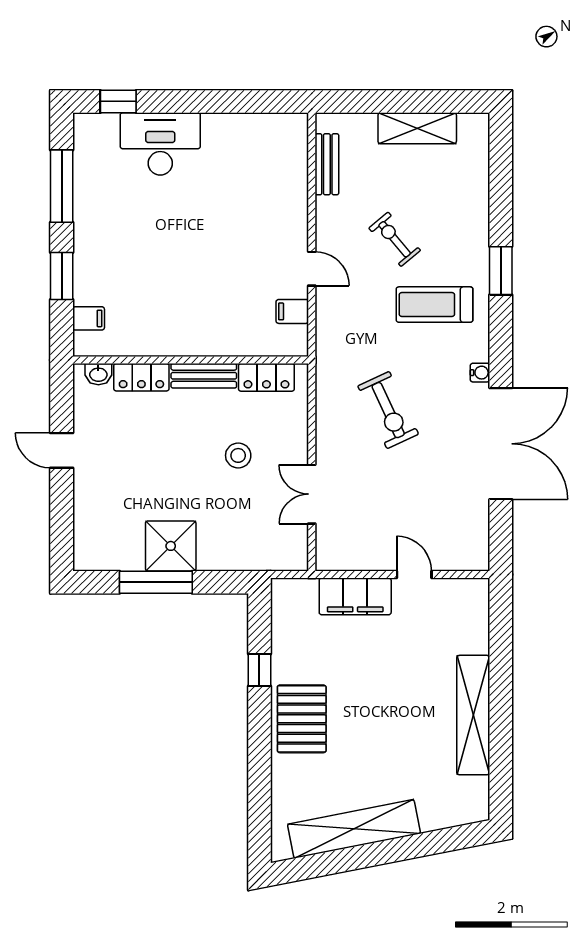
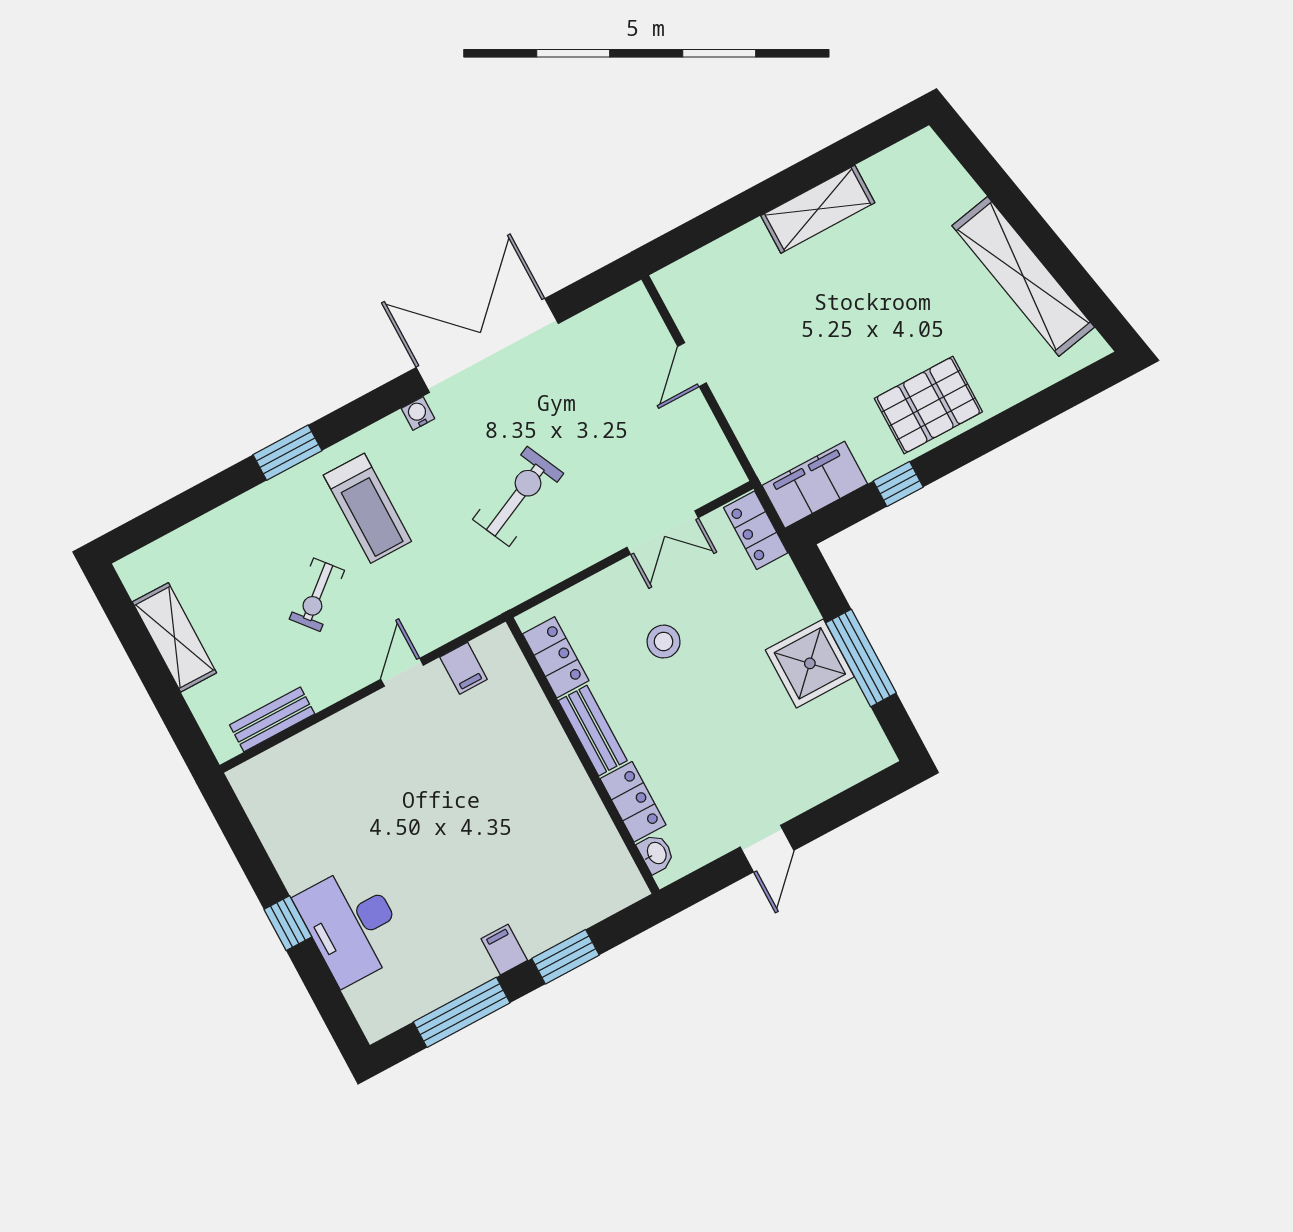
window: (118, 101) -> (288, 923), moved
filing cabinet: (89, 318) -> (504, 950), moved
locker: (280, 558) -> (756, 530), added
filing cabinet: (355, 596) -> (815, 485), moved, turned -90
shelving: (473, 715) -> (818, 209), width x0.68

